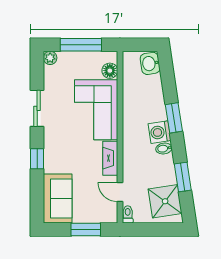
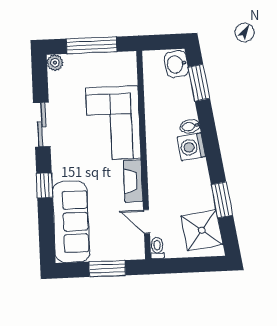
floor lamp: (110, 71) -> (128, 75), removed
window: (174, 118) -> (199, 83), moved
bidet: (164, 148) -> (190, 126), moved
sofa: (58, 198) -> (71, 222), width x1.36

